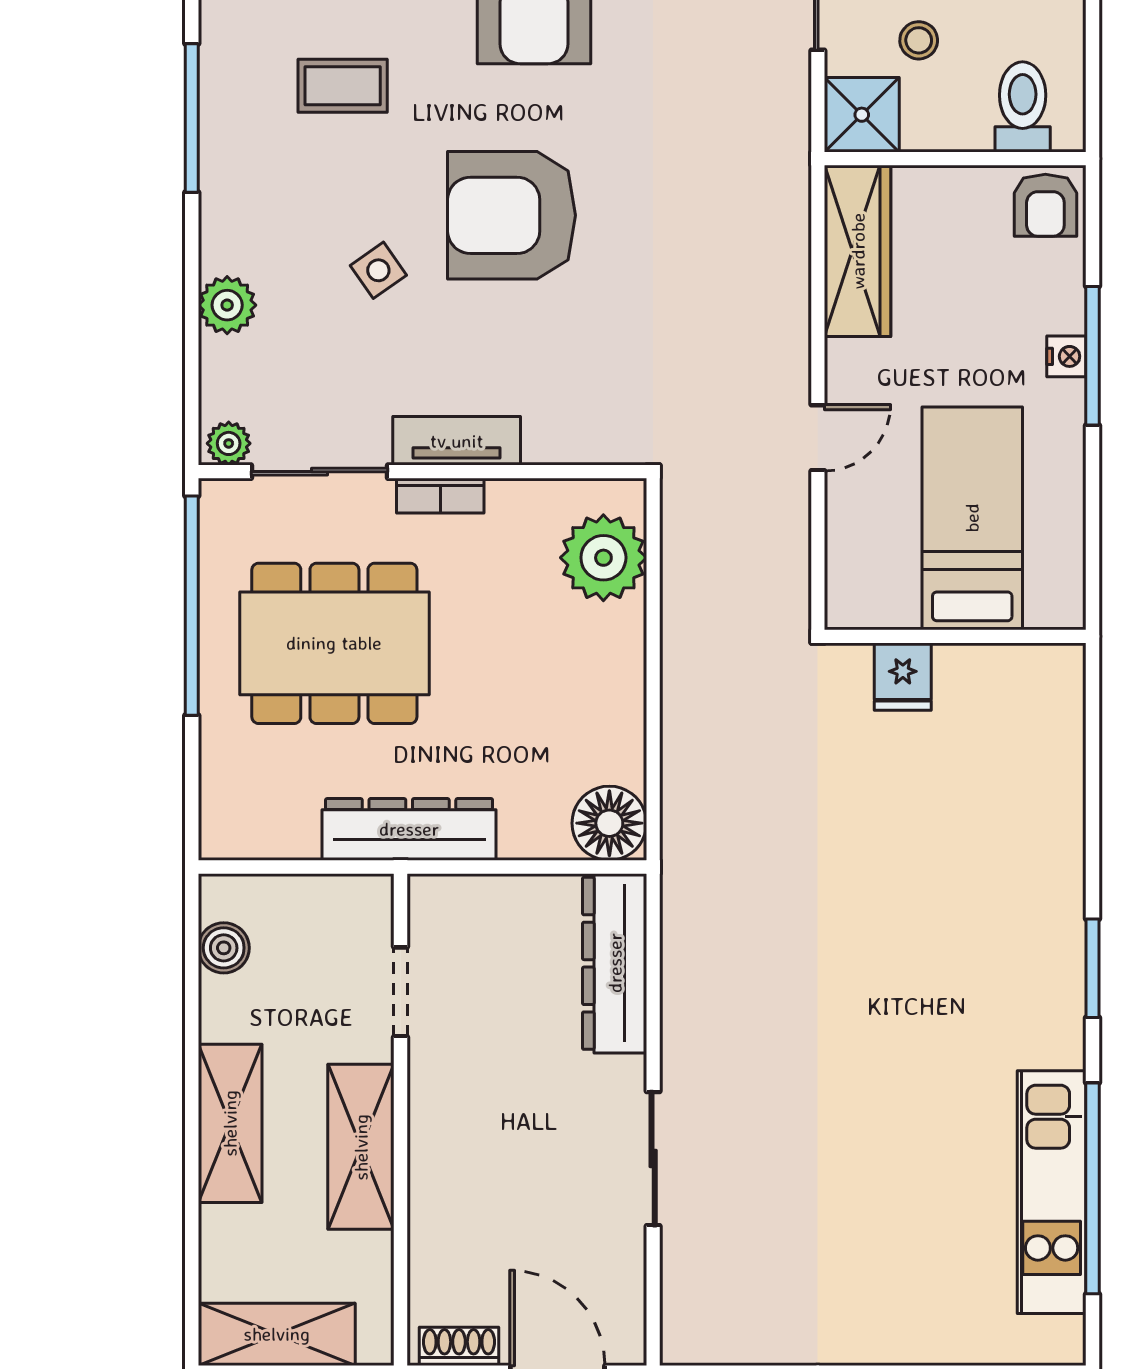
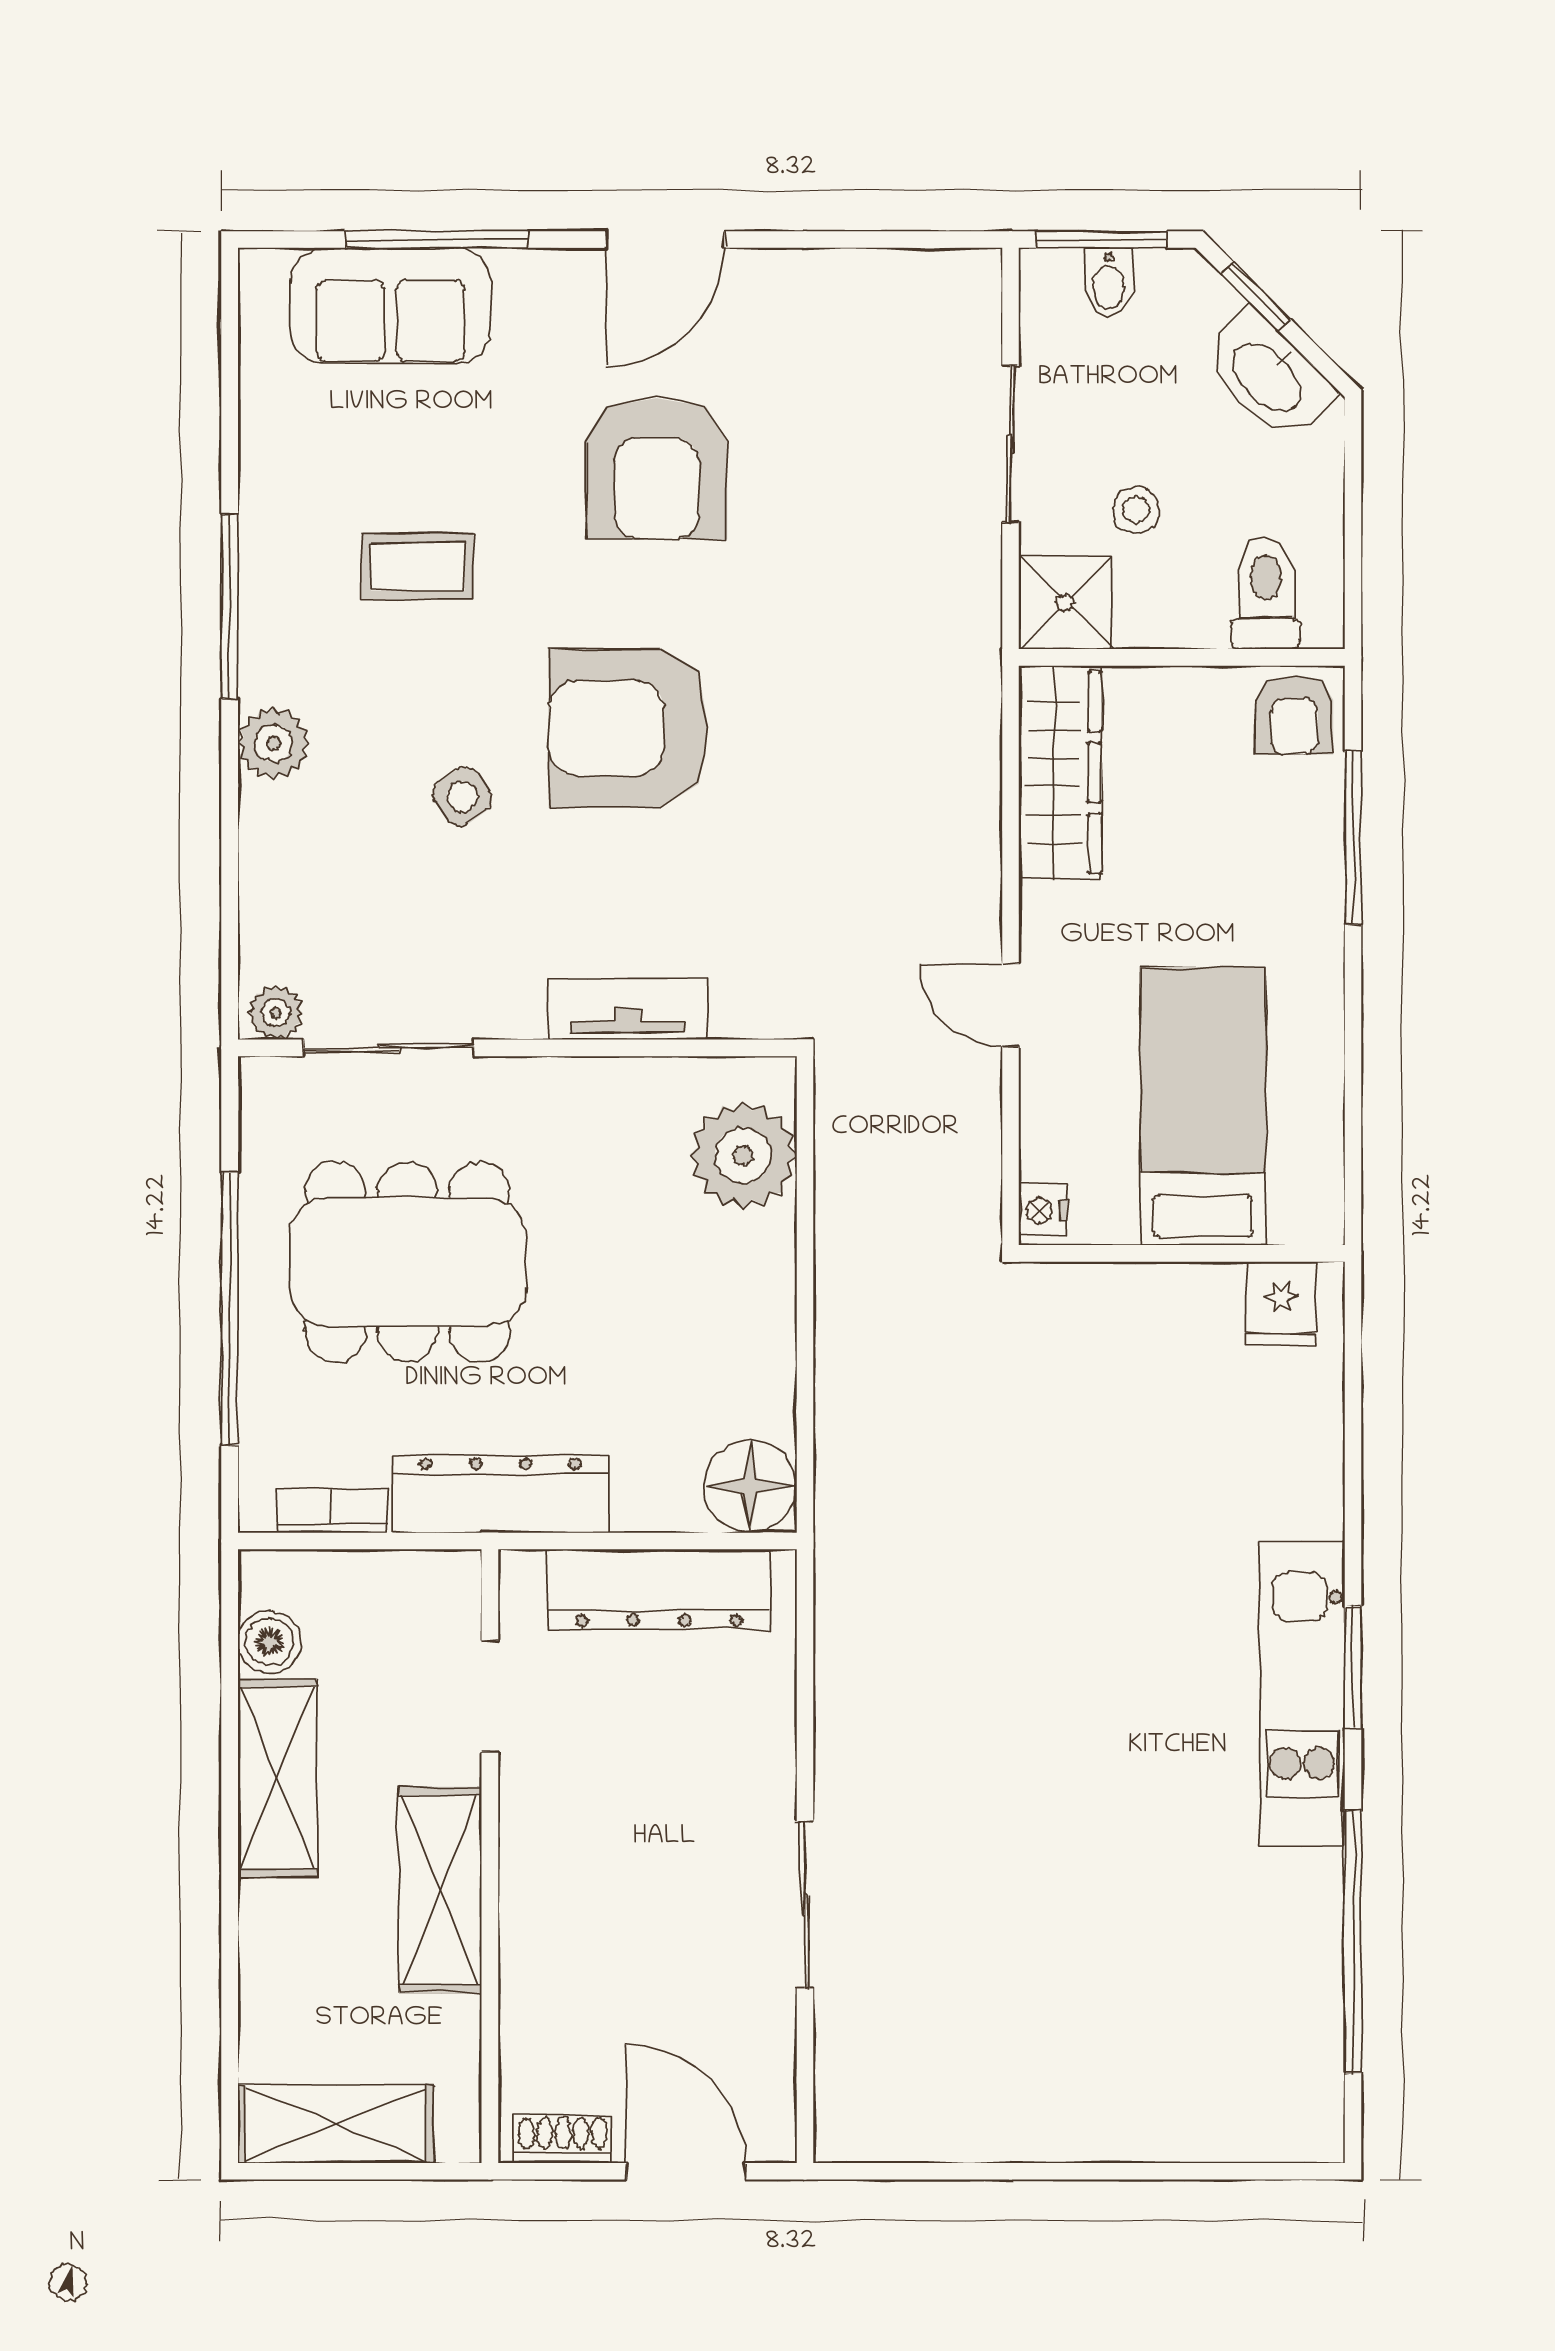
plant: (227, 305) -> (274, 743), moved
nightstand: (1066, 356) -> (1043, 1211), moved, turned 180
window: (1092, 356) -> (1353, 838), moved
door: (818, 438) -> (1010, 1005), swing flipped
tv unit: (457, 441) -> (628, 1009), moved
bookcase: (440, 496) -> (332, 1511), moved, turned 180
window: (192, 606) -> (230, 1309), moved
fridge: (903, 677) -> (1282, 1304), moved
dresser: (615, 963) -> (659, 1589), moved, turned -90
shelving: (230, 1123) -> (277, 1778), moved
kitchen unit: (1052, 1192) -> (1302, 1694), moved

